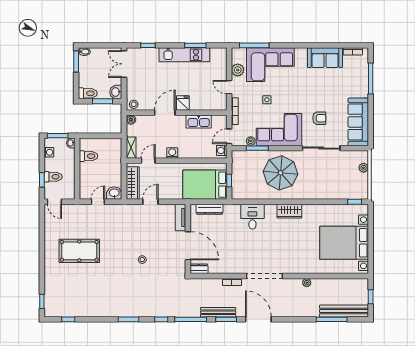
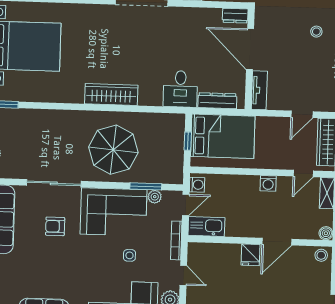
kitchen sink: (199, 122) -> (206, 226), moved
wardrobe: (289, 211) -> (111, 94), width x1.50
desk: (252, 217) -> (180, 89), moved

